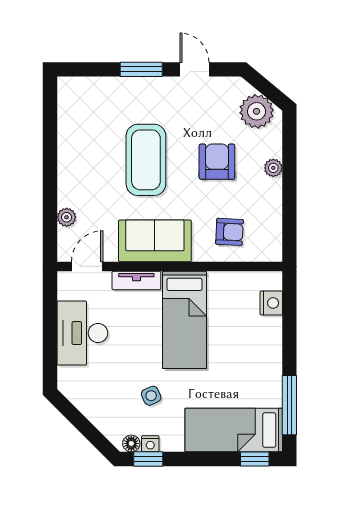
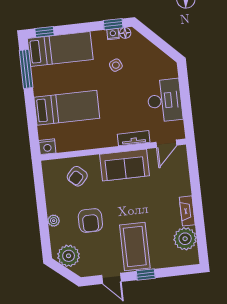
window: (141, 69) -> (146, 275), width x0.67
fireplace: (67, 160) -> (187, 211), added
coffee table: (146, 160) -> (135, 246), moved
plant: (67, 217) -> (185, 239), moved, width x1.88, depth x1.88
armchair: (230, 232) -> (77, 176), turned -50
nightstand: (271, 303) -> (47, 147), moved, turned -90
bed: (184, 320) -> (67, 108), moved, turned 90

